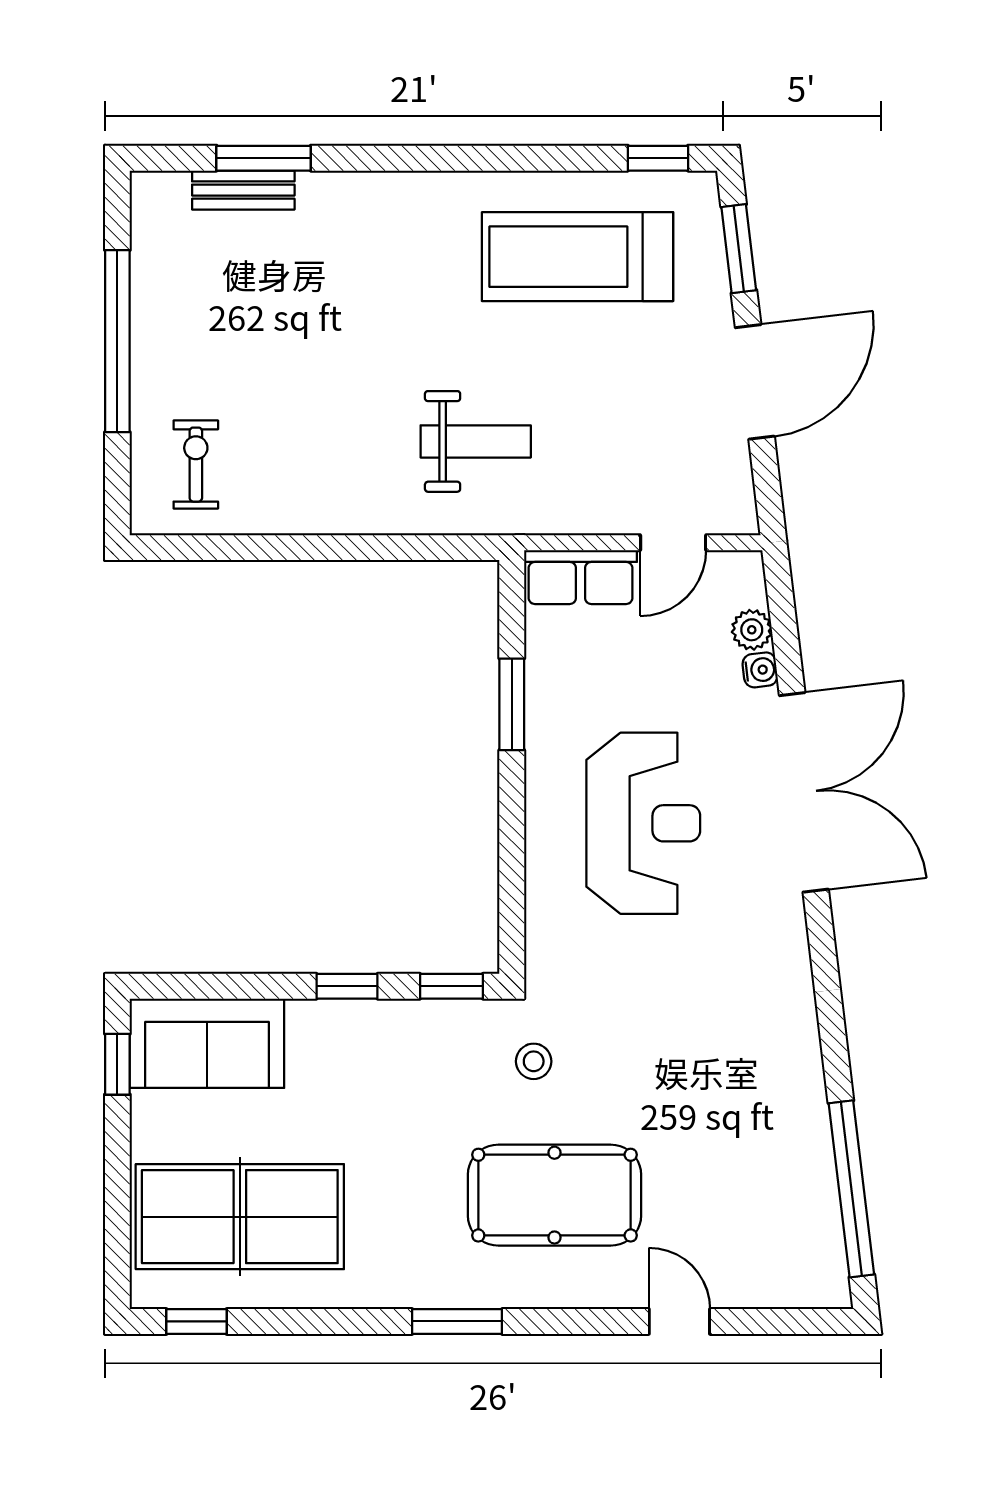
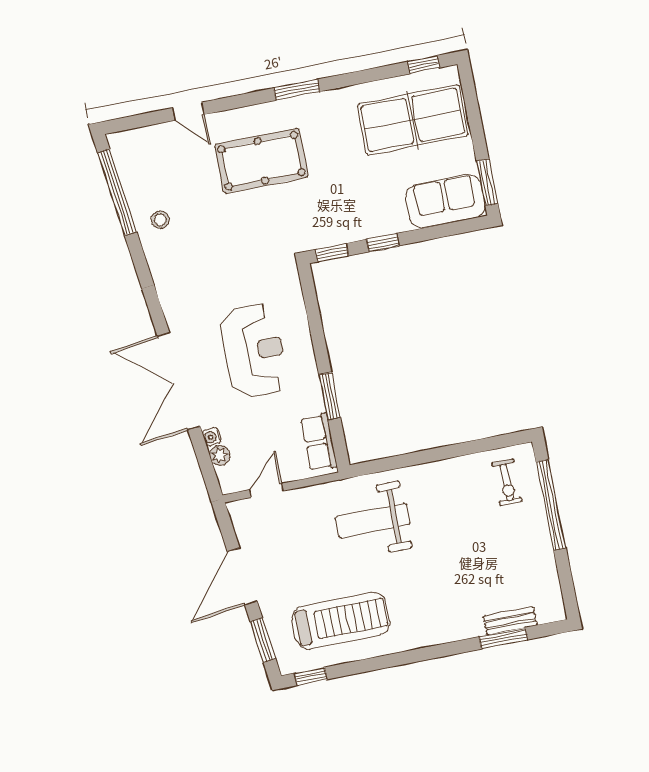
window: (117, 341) -> (551, 505), moved
weight bench: (476, 441) -> (373, 521), width x1.36, depth x1.33
row of seats: (581, 577) -> (319, 442), moved, turned -90
reception desk: (643, 823) -> (254, 351), turned 180
stool: (534, 1061) -> (160, 220), moved
window: (117, 1064) -> (487, 182), width x1.50

